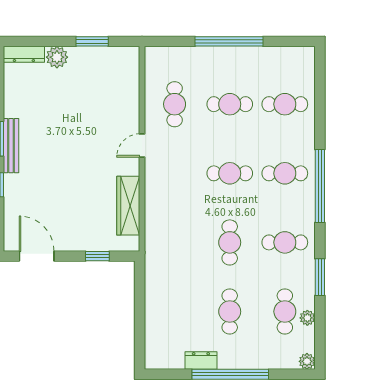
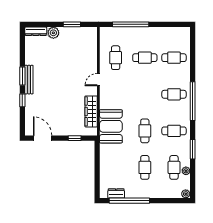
window: (229, 41) -> (131, 24), moved
cafe table: (230, 173) -> (145, 94), removed
booth: (166, 234) -> (111, 126), added
dresser: (201, 361) -> (116, 193), moved
window: (230, 374) -> (129, 201), moved

